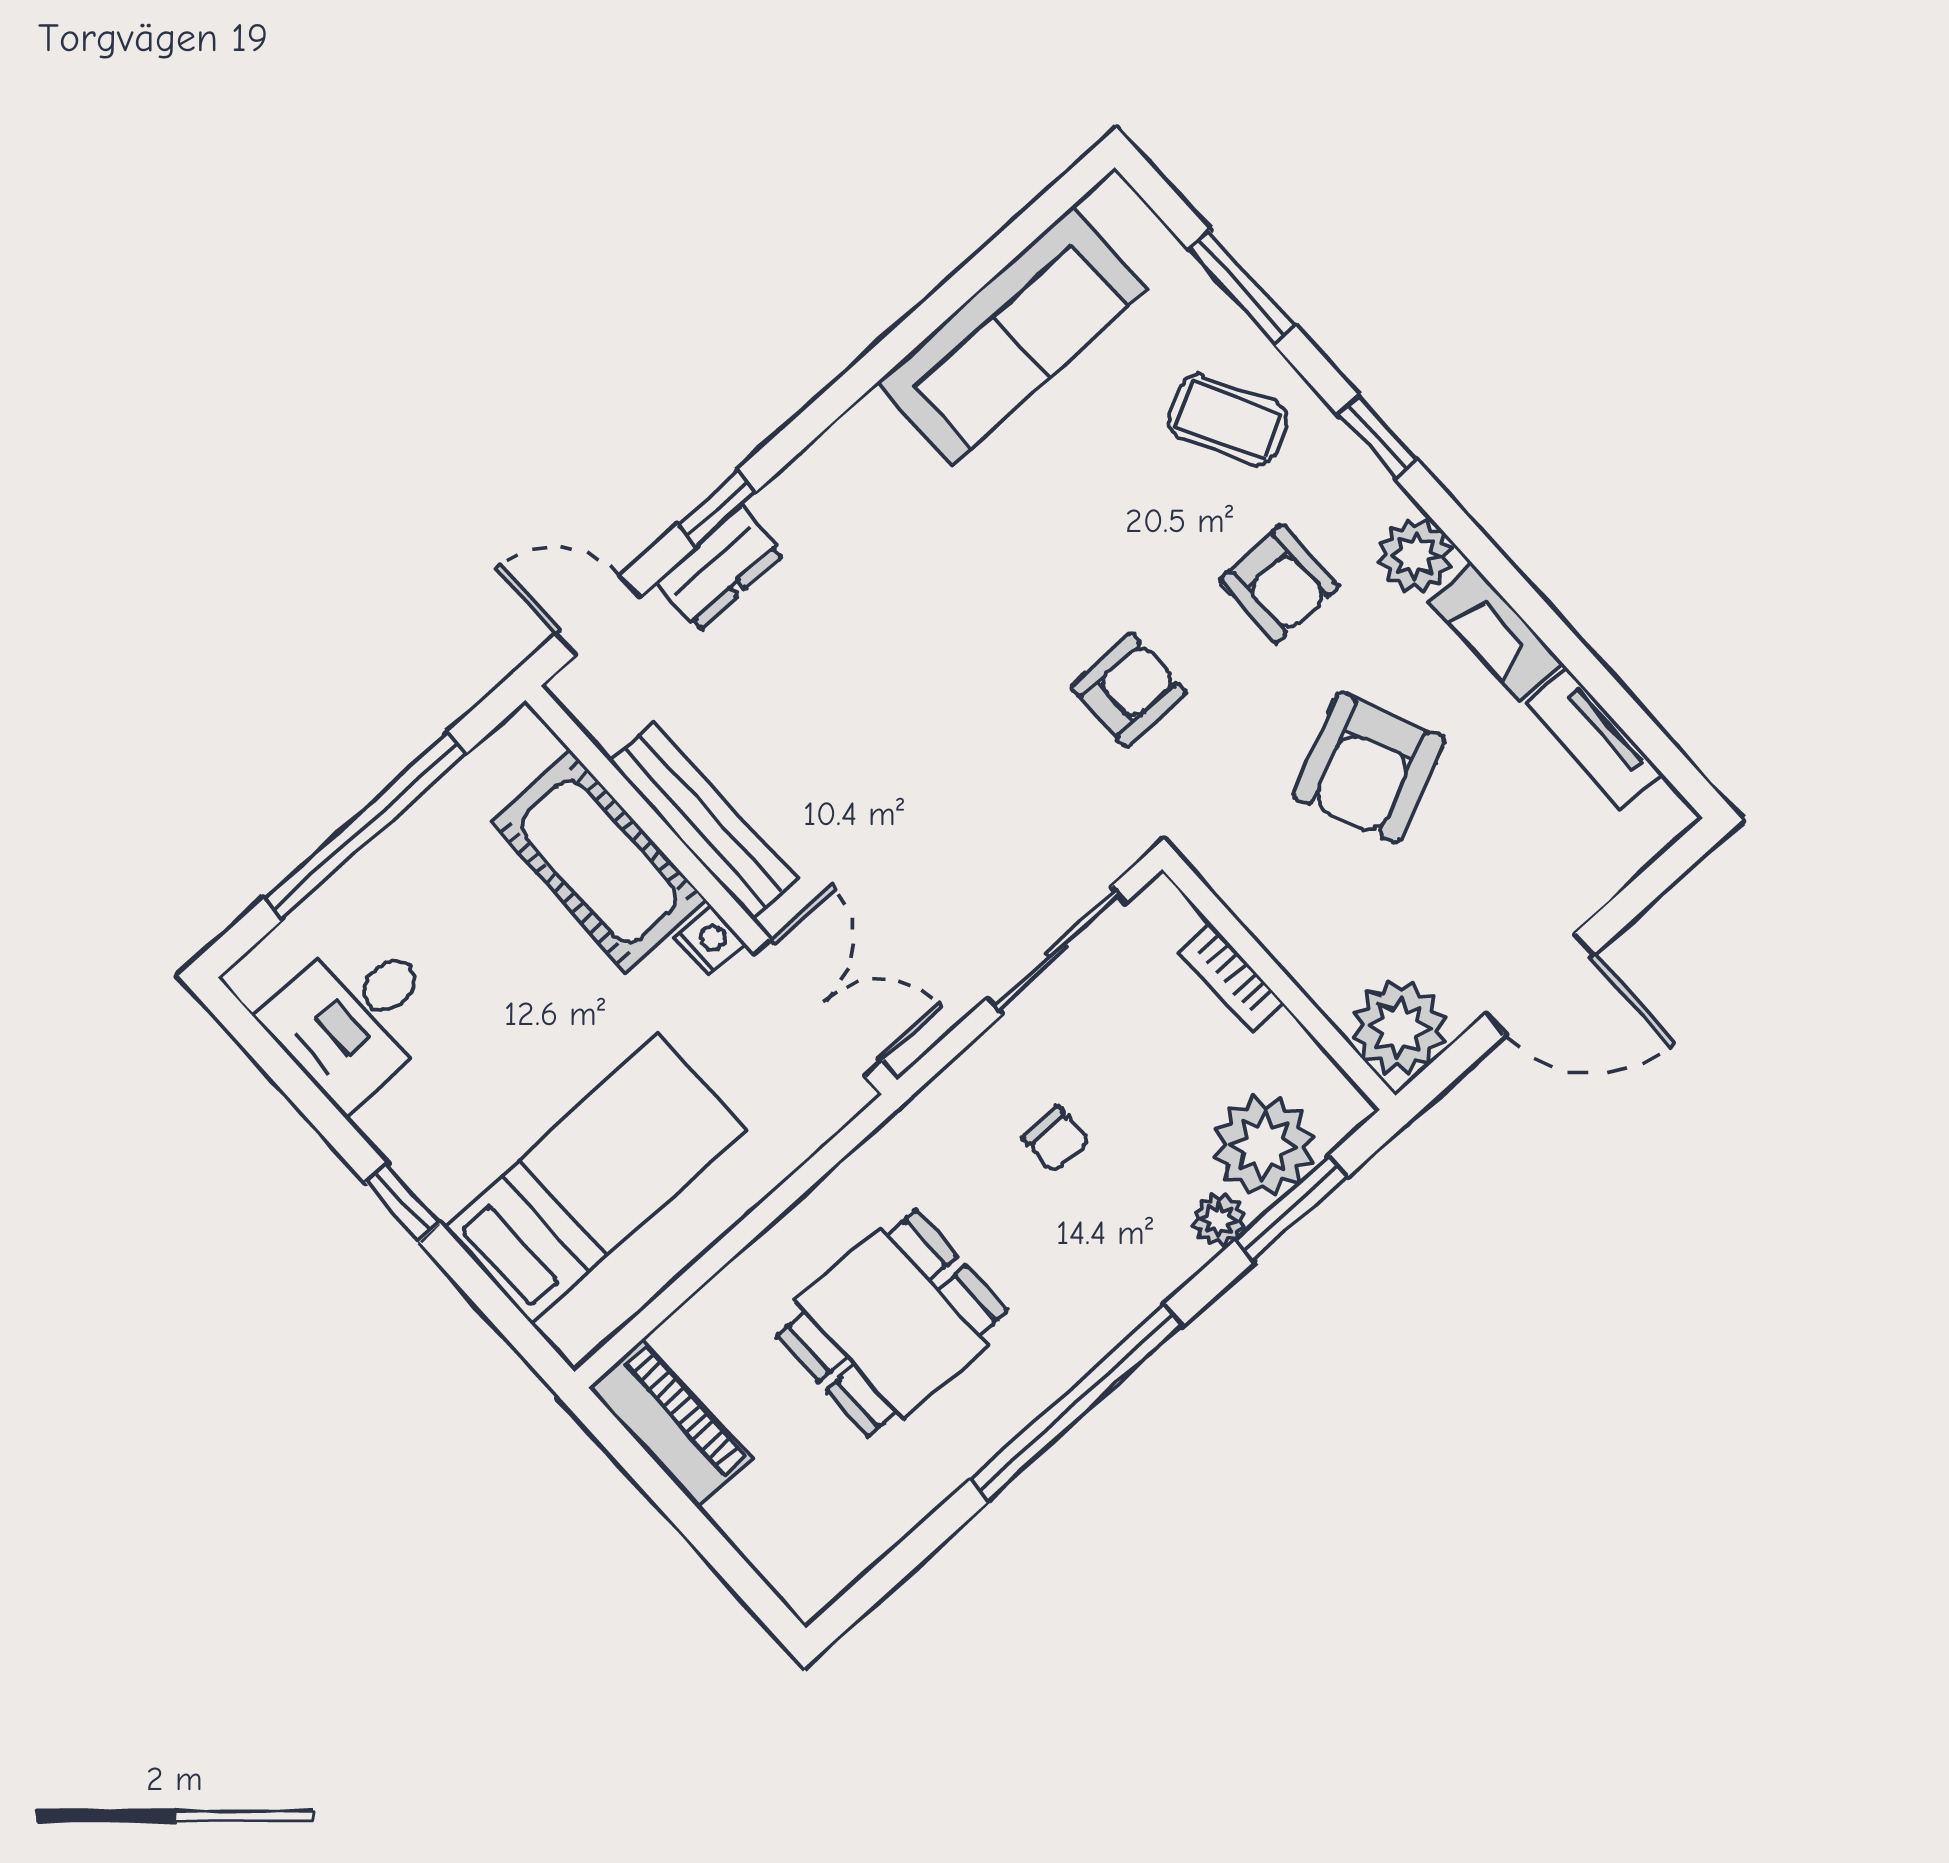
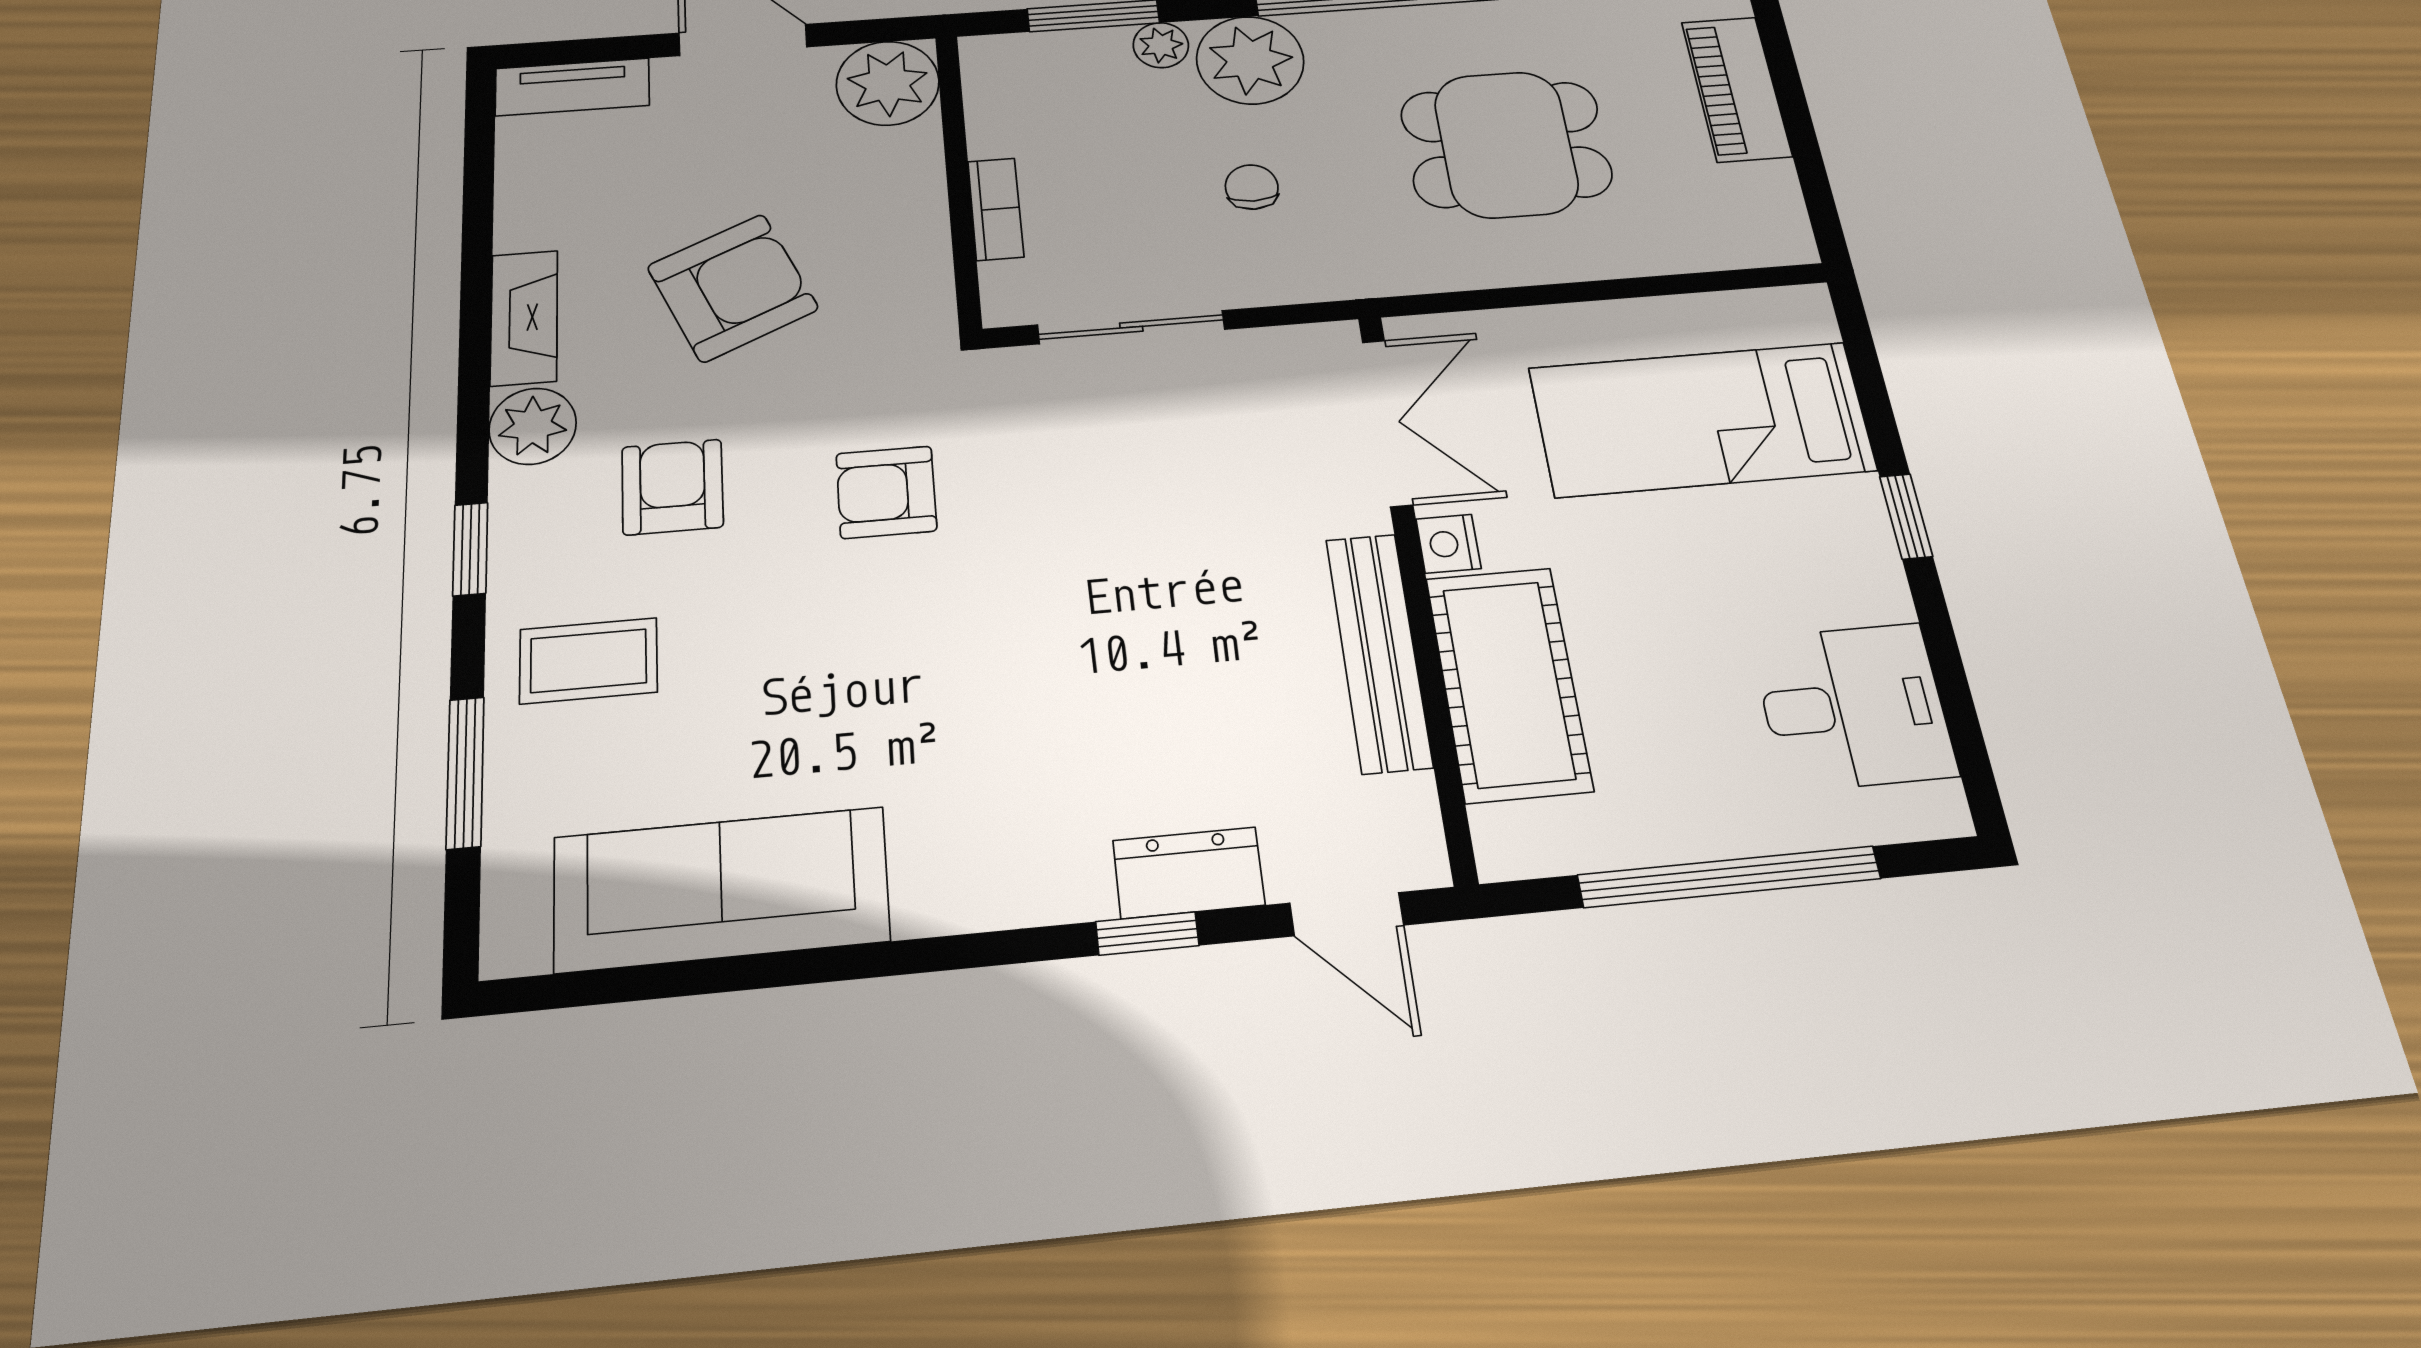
coffee table: (1228, 420) -> (589, 661), turned -62
tv unit: (1595, 739) -> (572, 87), moved, turned 90
double door: (818, 1008) -> (1387, 422), swing flipped
plant: (1264, 1146) -> (1250, 60), moved
piano: (670, 1424) -> (1736, 89), moved

